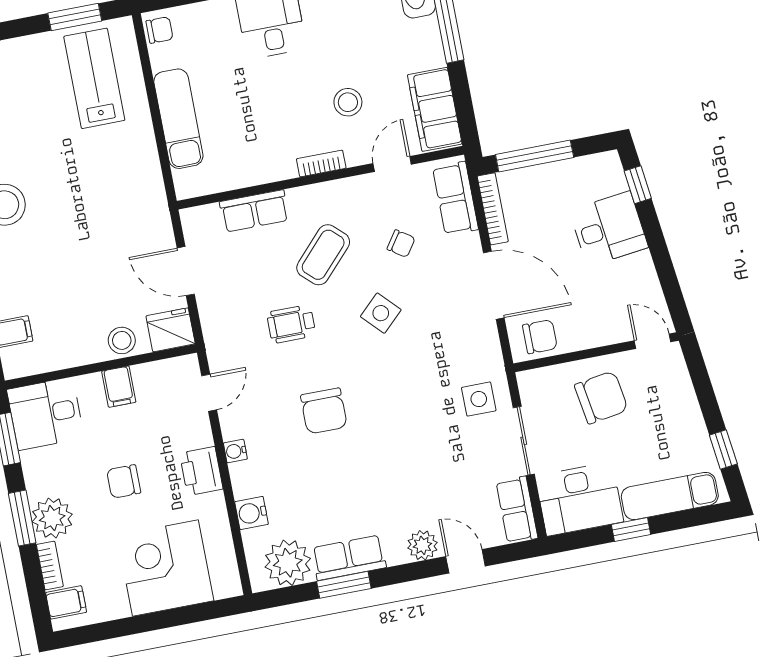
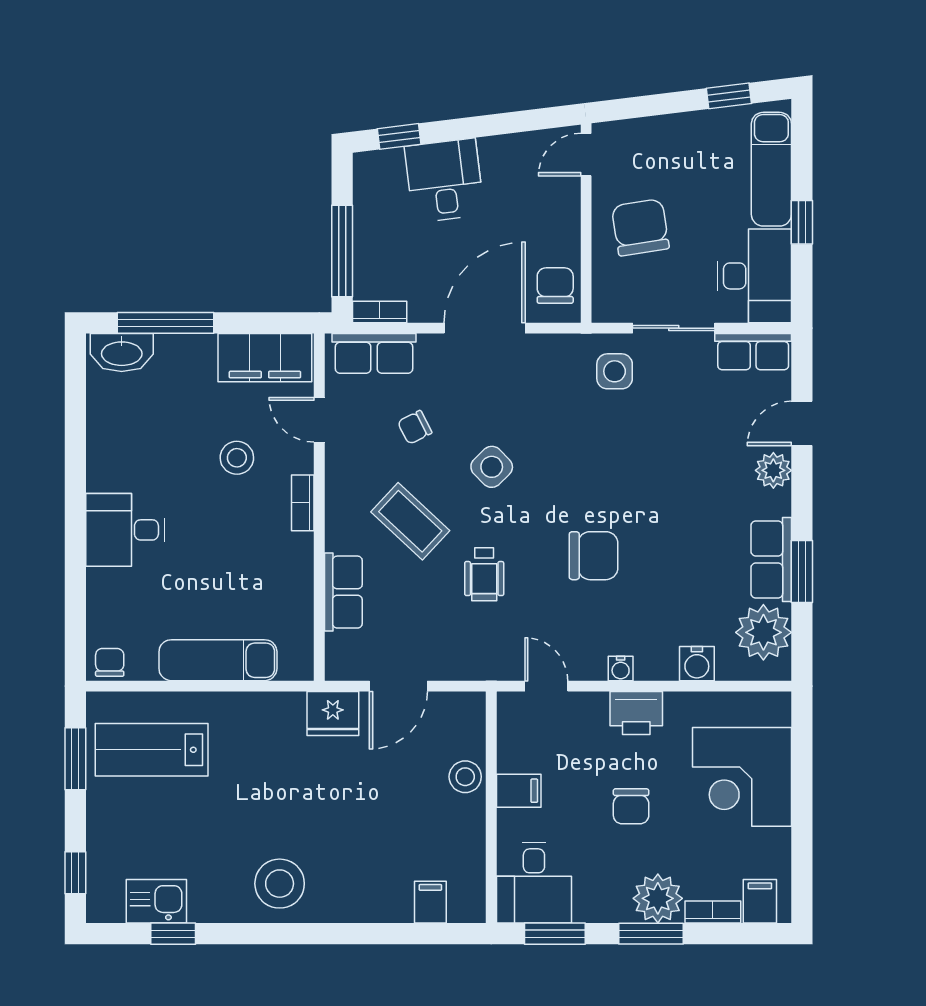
bookcase: (493, 209) -> (380, 312), width x0.64
chair: (401, 244) -> (415, 427), turned -151
fridge: (171, 330) -> (333, 713), moved, turned -90

